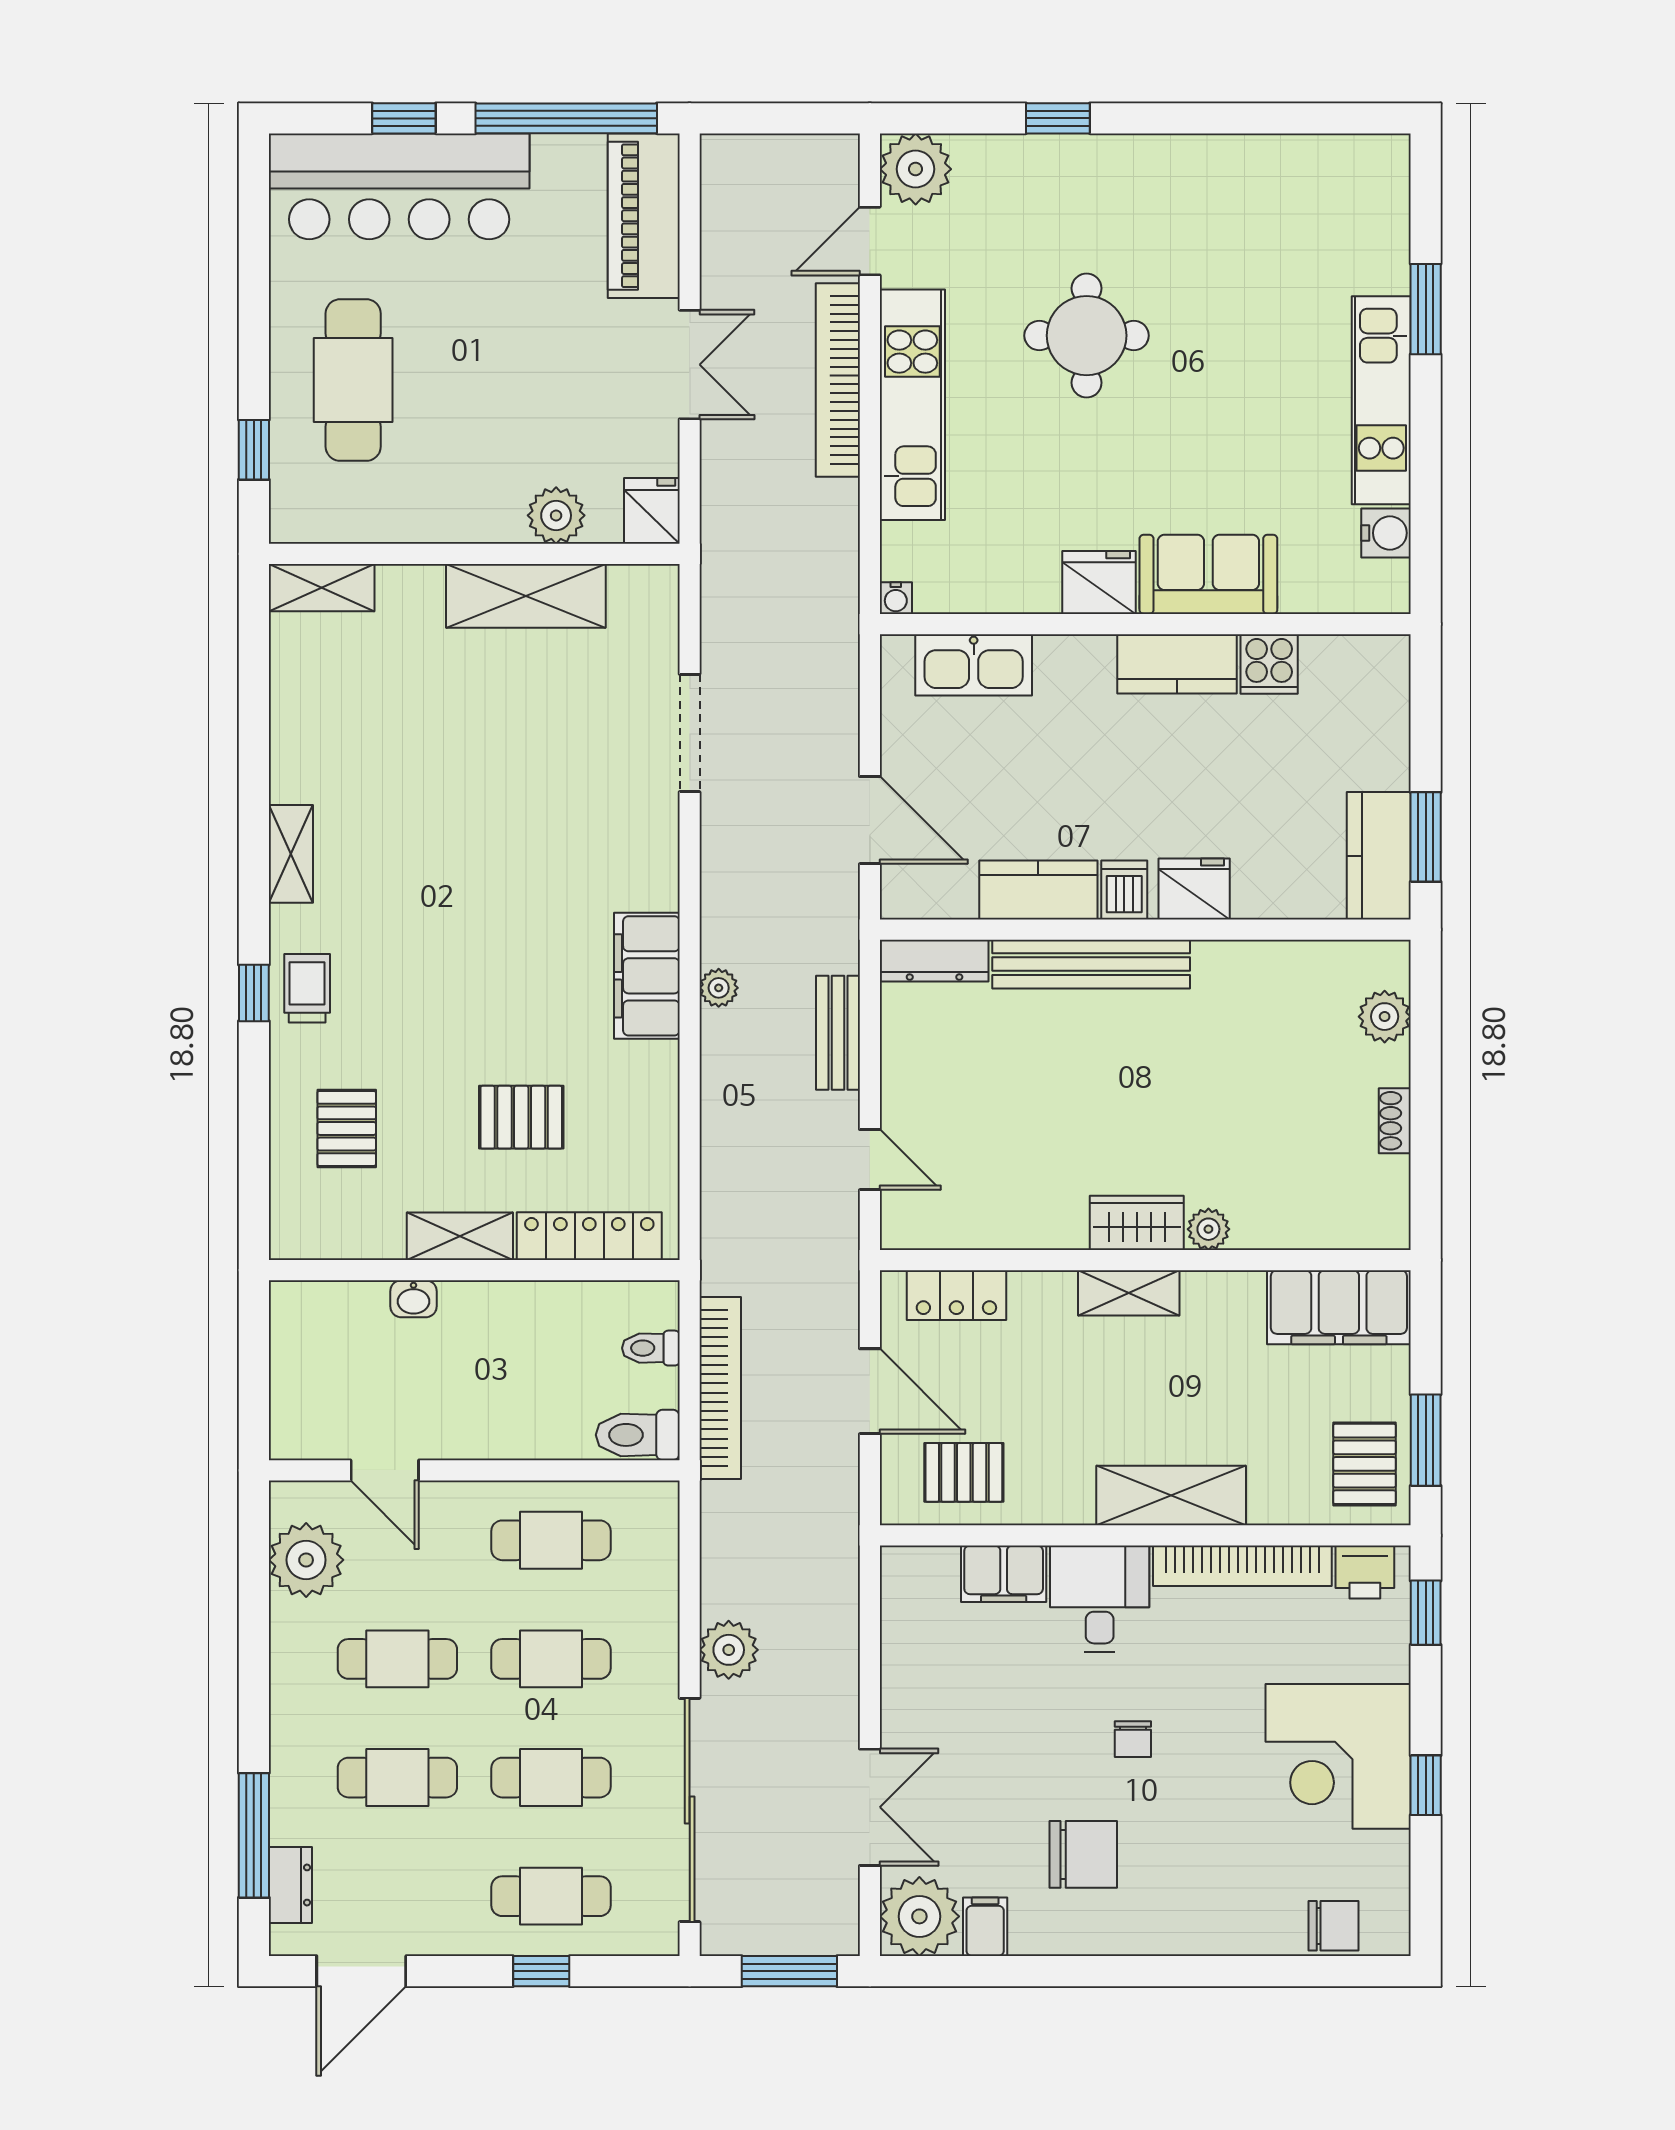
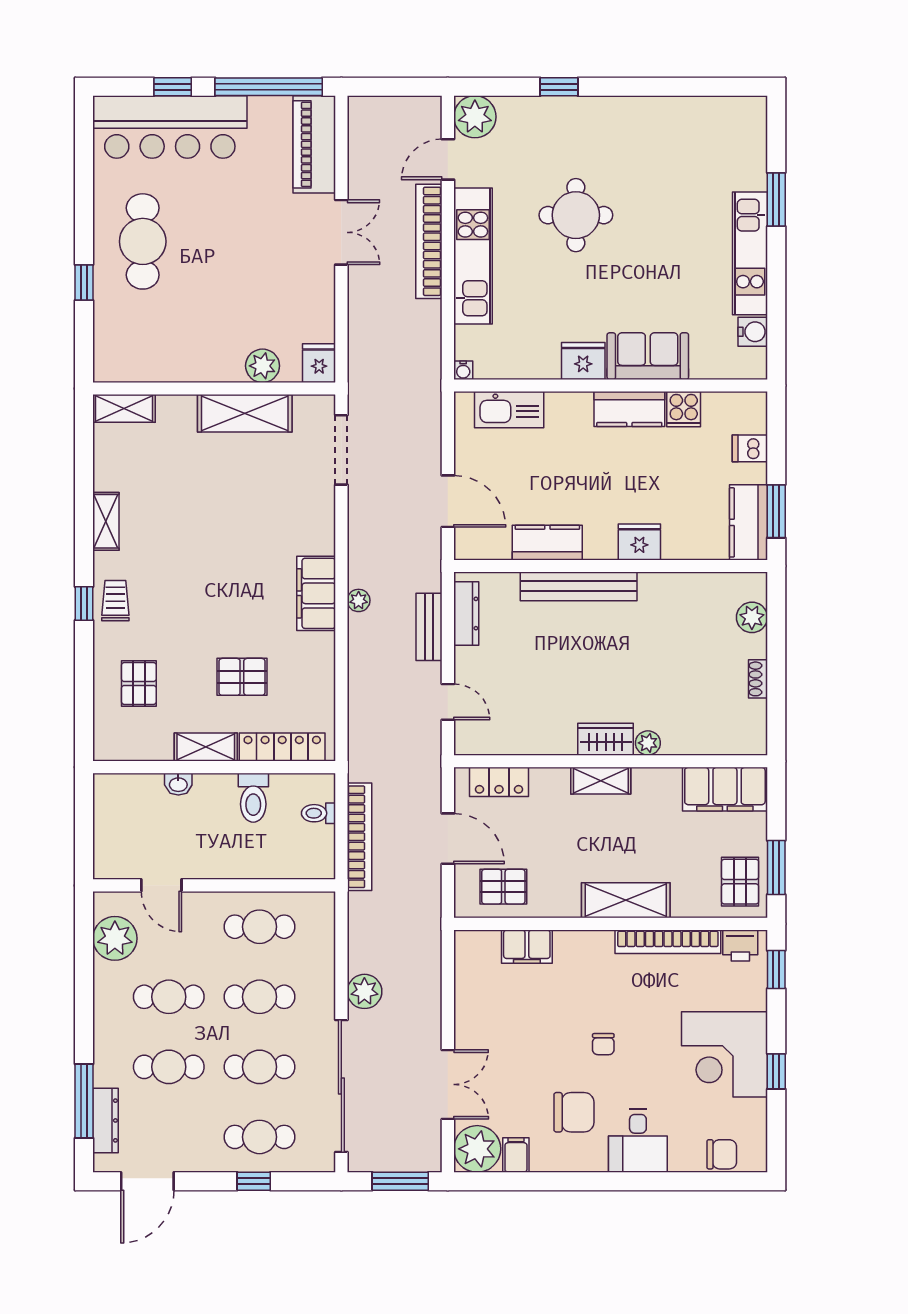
fridge: (652, 511) -> (319, 363), moved
plant: (556, 515) -> (263, 366), moved
wall: (474, 554) -> (214, 389), moved
shelving: (322, 588) -> (124, 408), moved
shelving: (526, 596) -> (245, 413), moved
dishwasher: (1124, 890) -> (750, 448), moved, turned -90
dresser: (935, 961) -> (466, 614), moved, turned -90
toilet: (638, 1435) -> (253, 798), moved, turned -90
desk: (1100, 1599) -> (638, 1141), moved, turned 180
dresser: (290, 1885) -> (106, 1120), width x1.44

